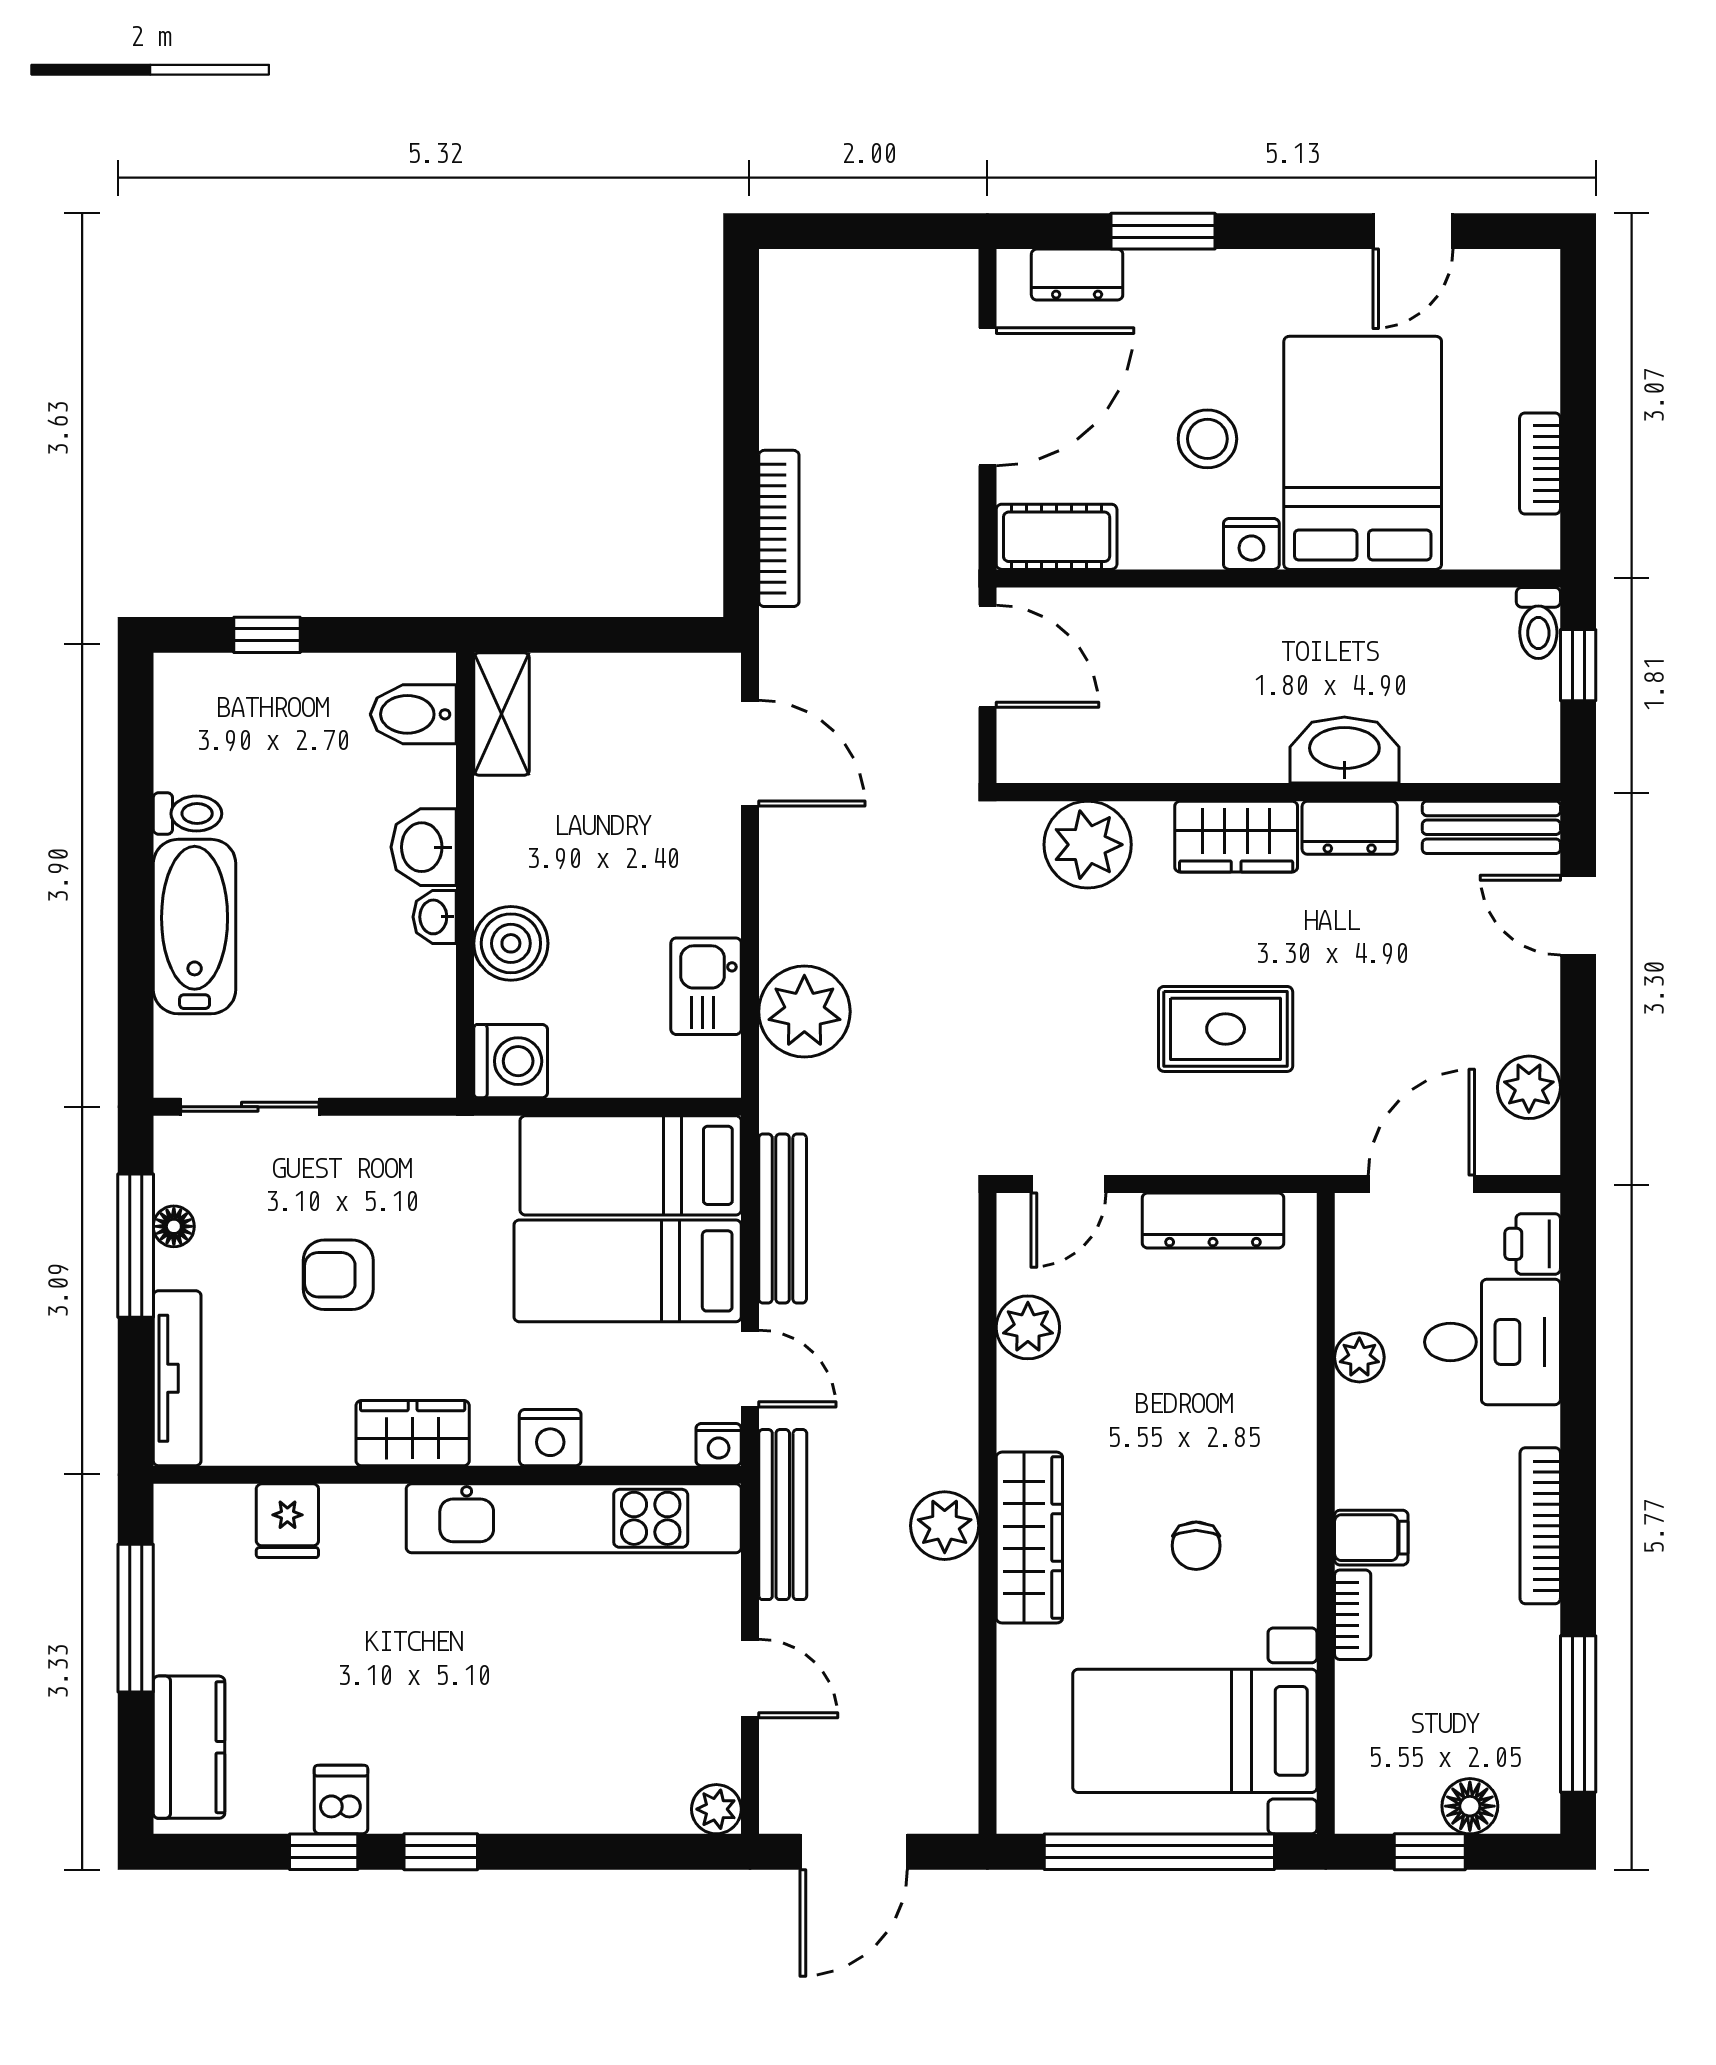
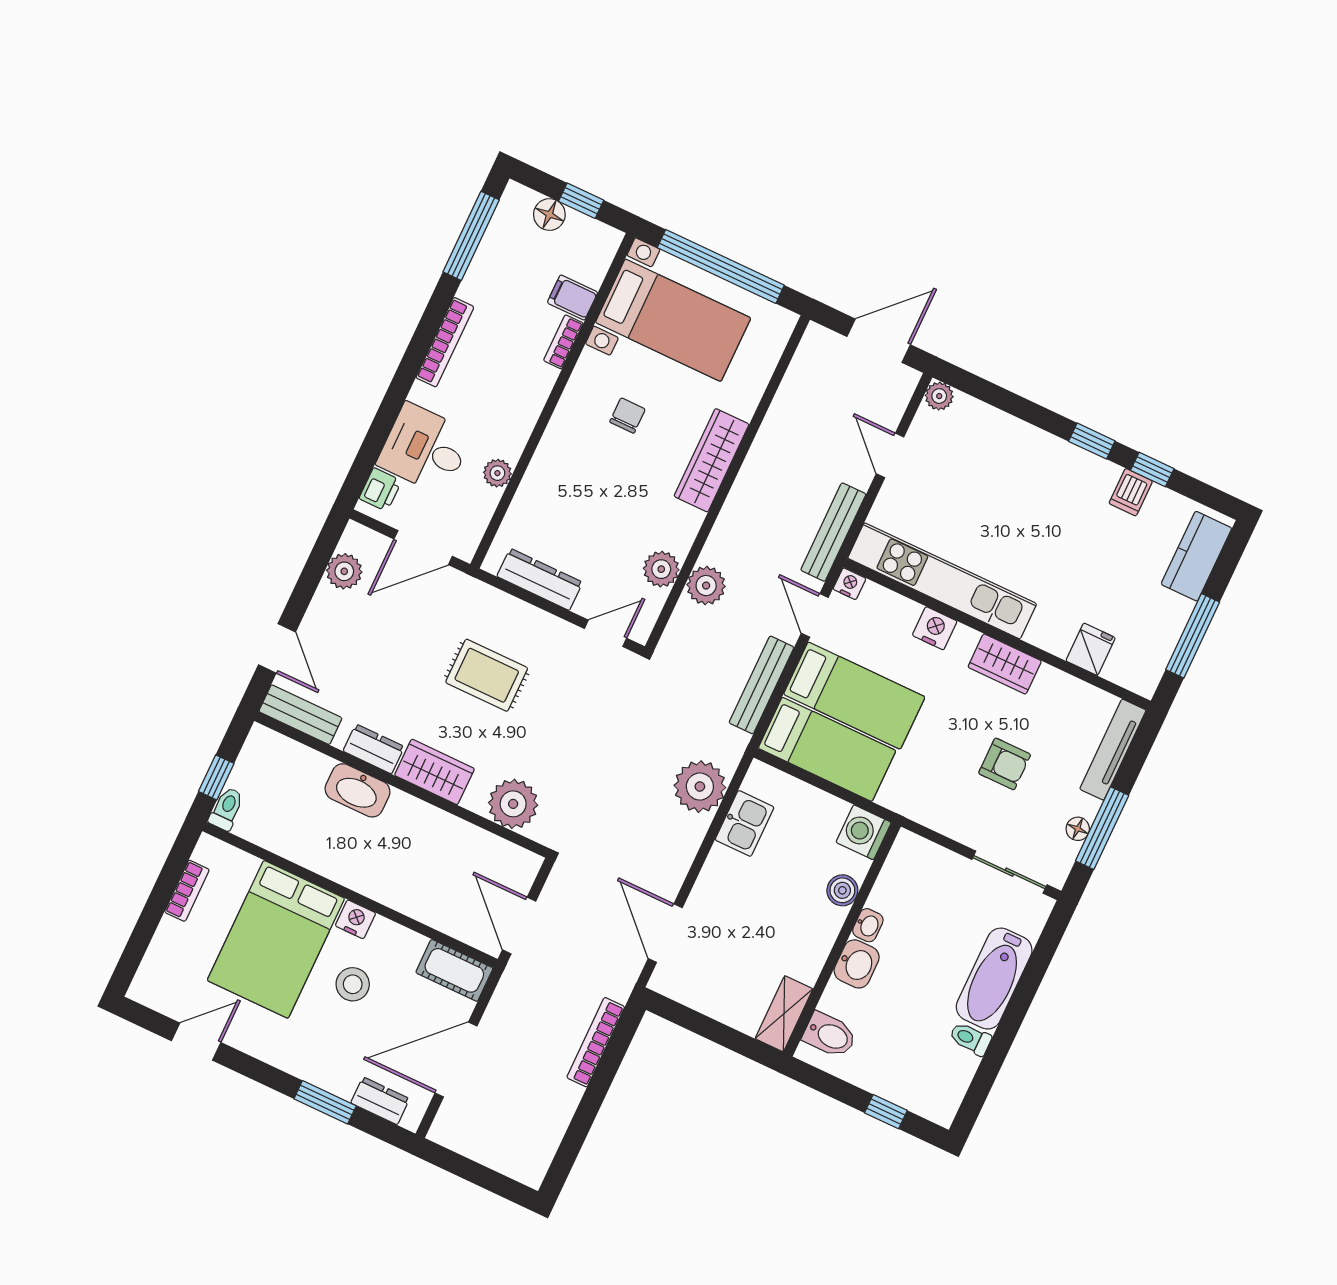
boiler: (511, 943) -> (842, 890), width x0.73, depth x0.73
plant: (945, 1526) -> (706, 586), moved
filing cabinet: (1371, 1538) -> (572, 297), moved

